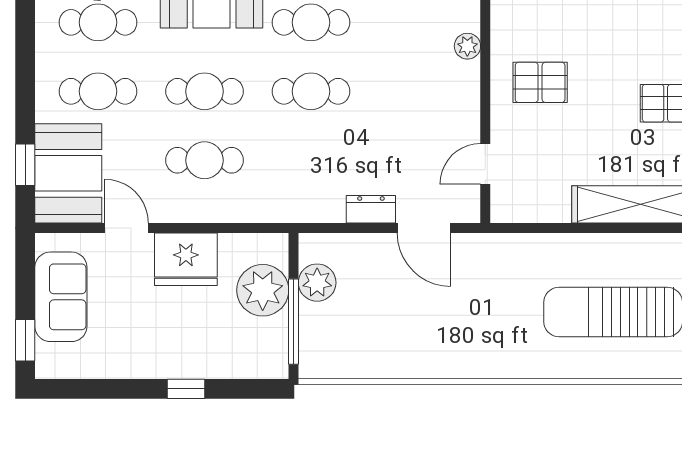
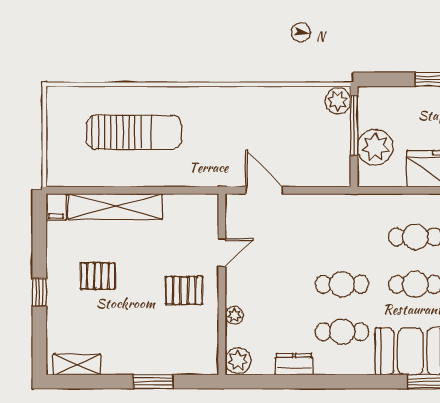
door: (485, 164) -> (222, 253), moved
dresser: (371, 209) -> (301, 203), removed
plant: (317, 283) -> (338, 101), moved

